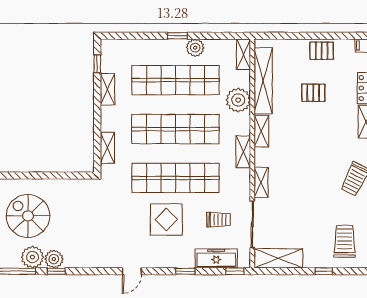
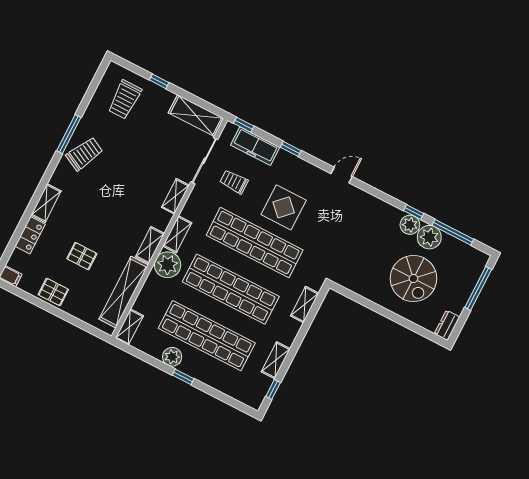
plant: (238, 100) -> (168, 265), moved

